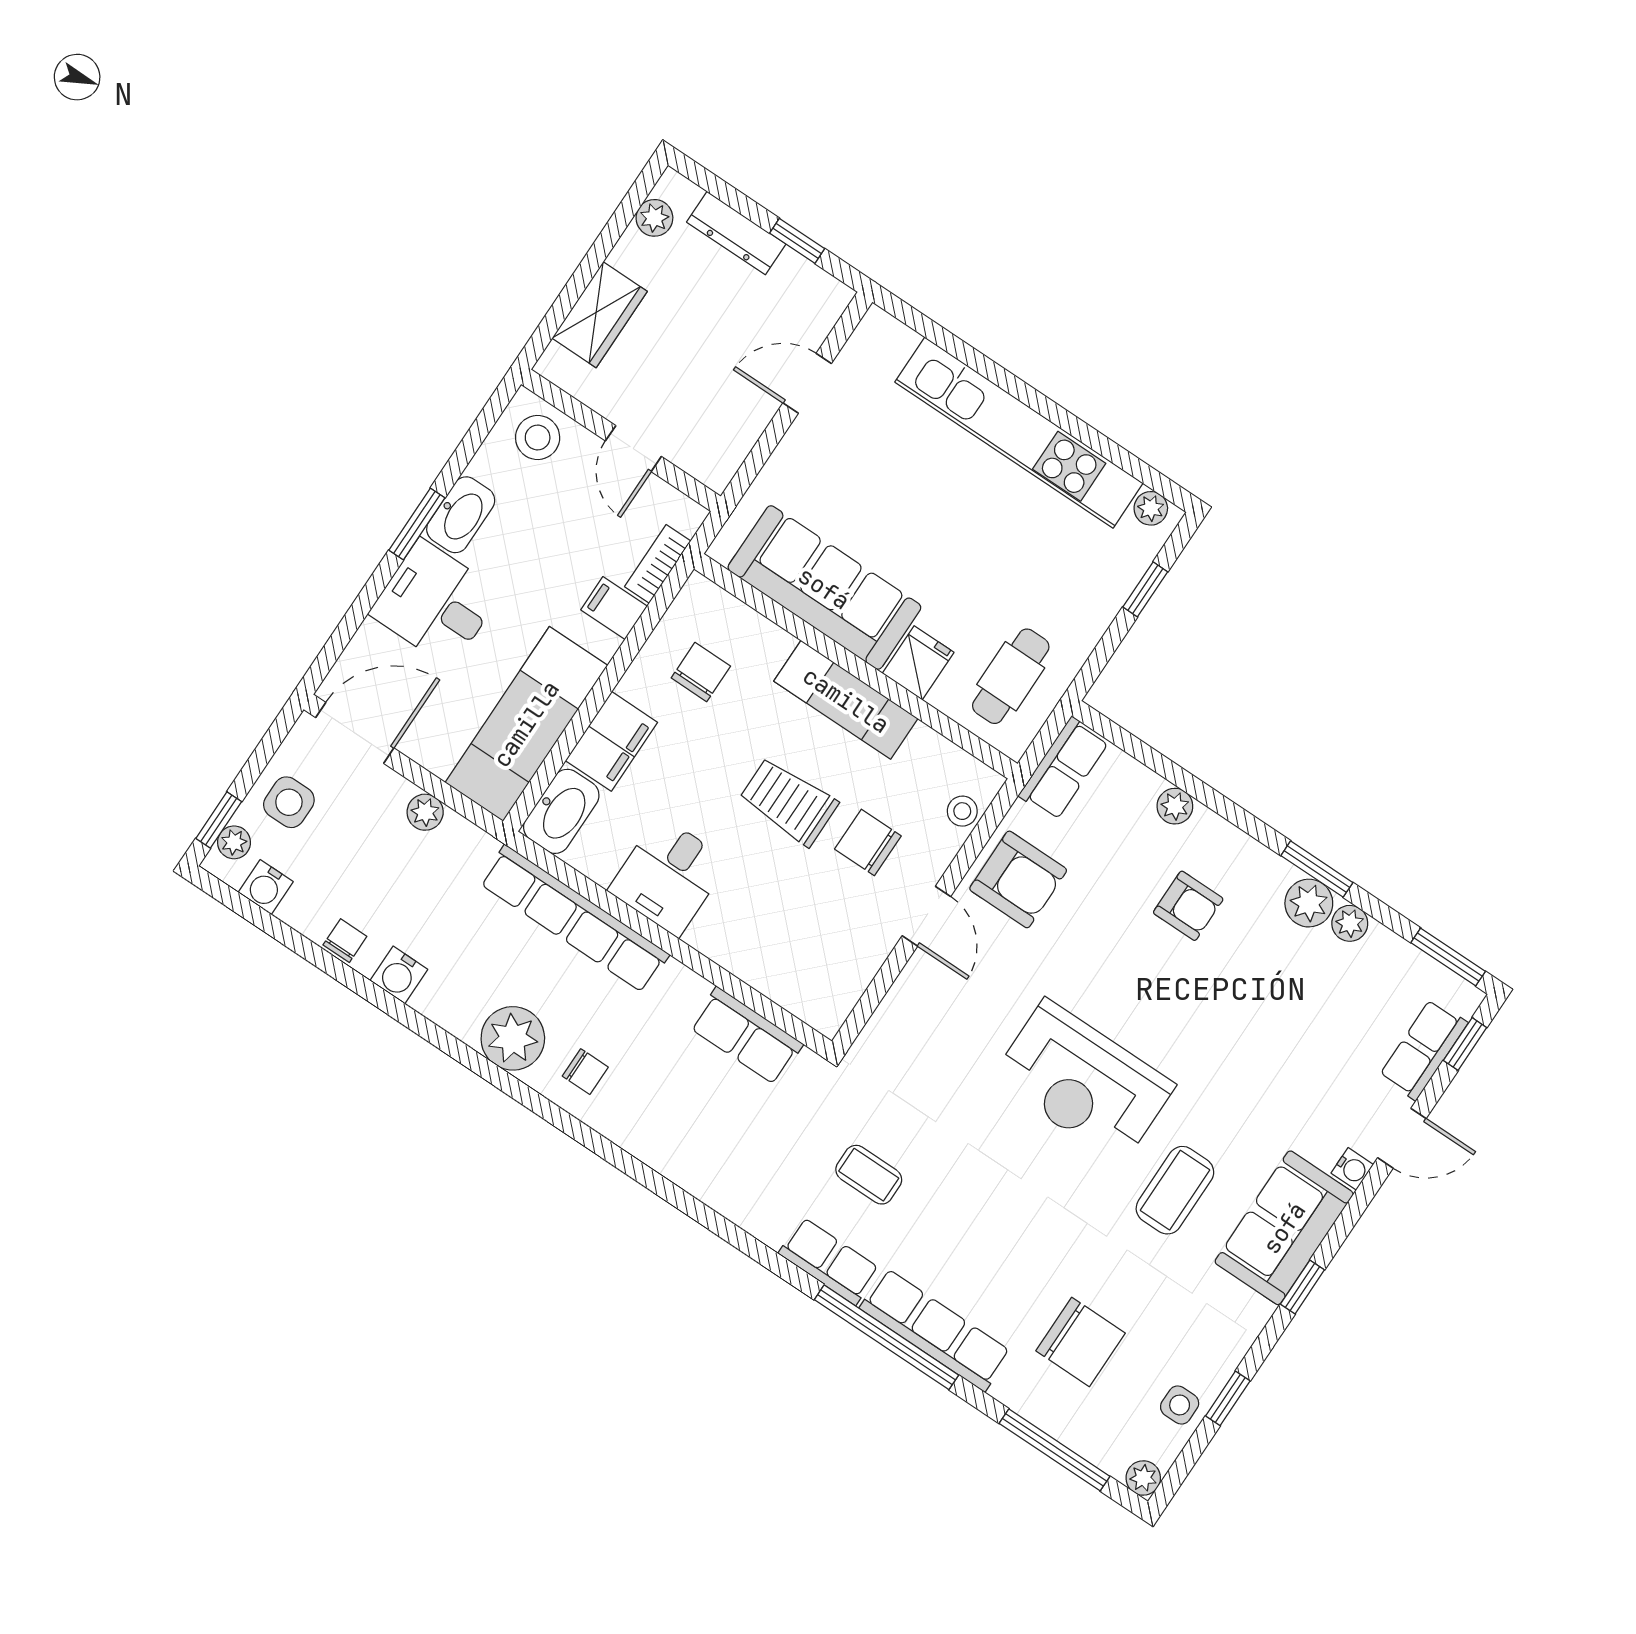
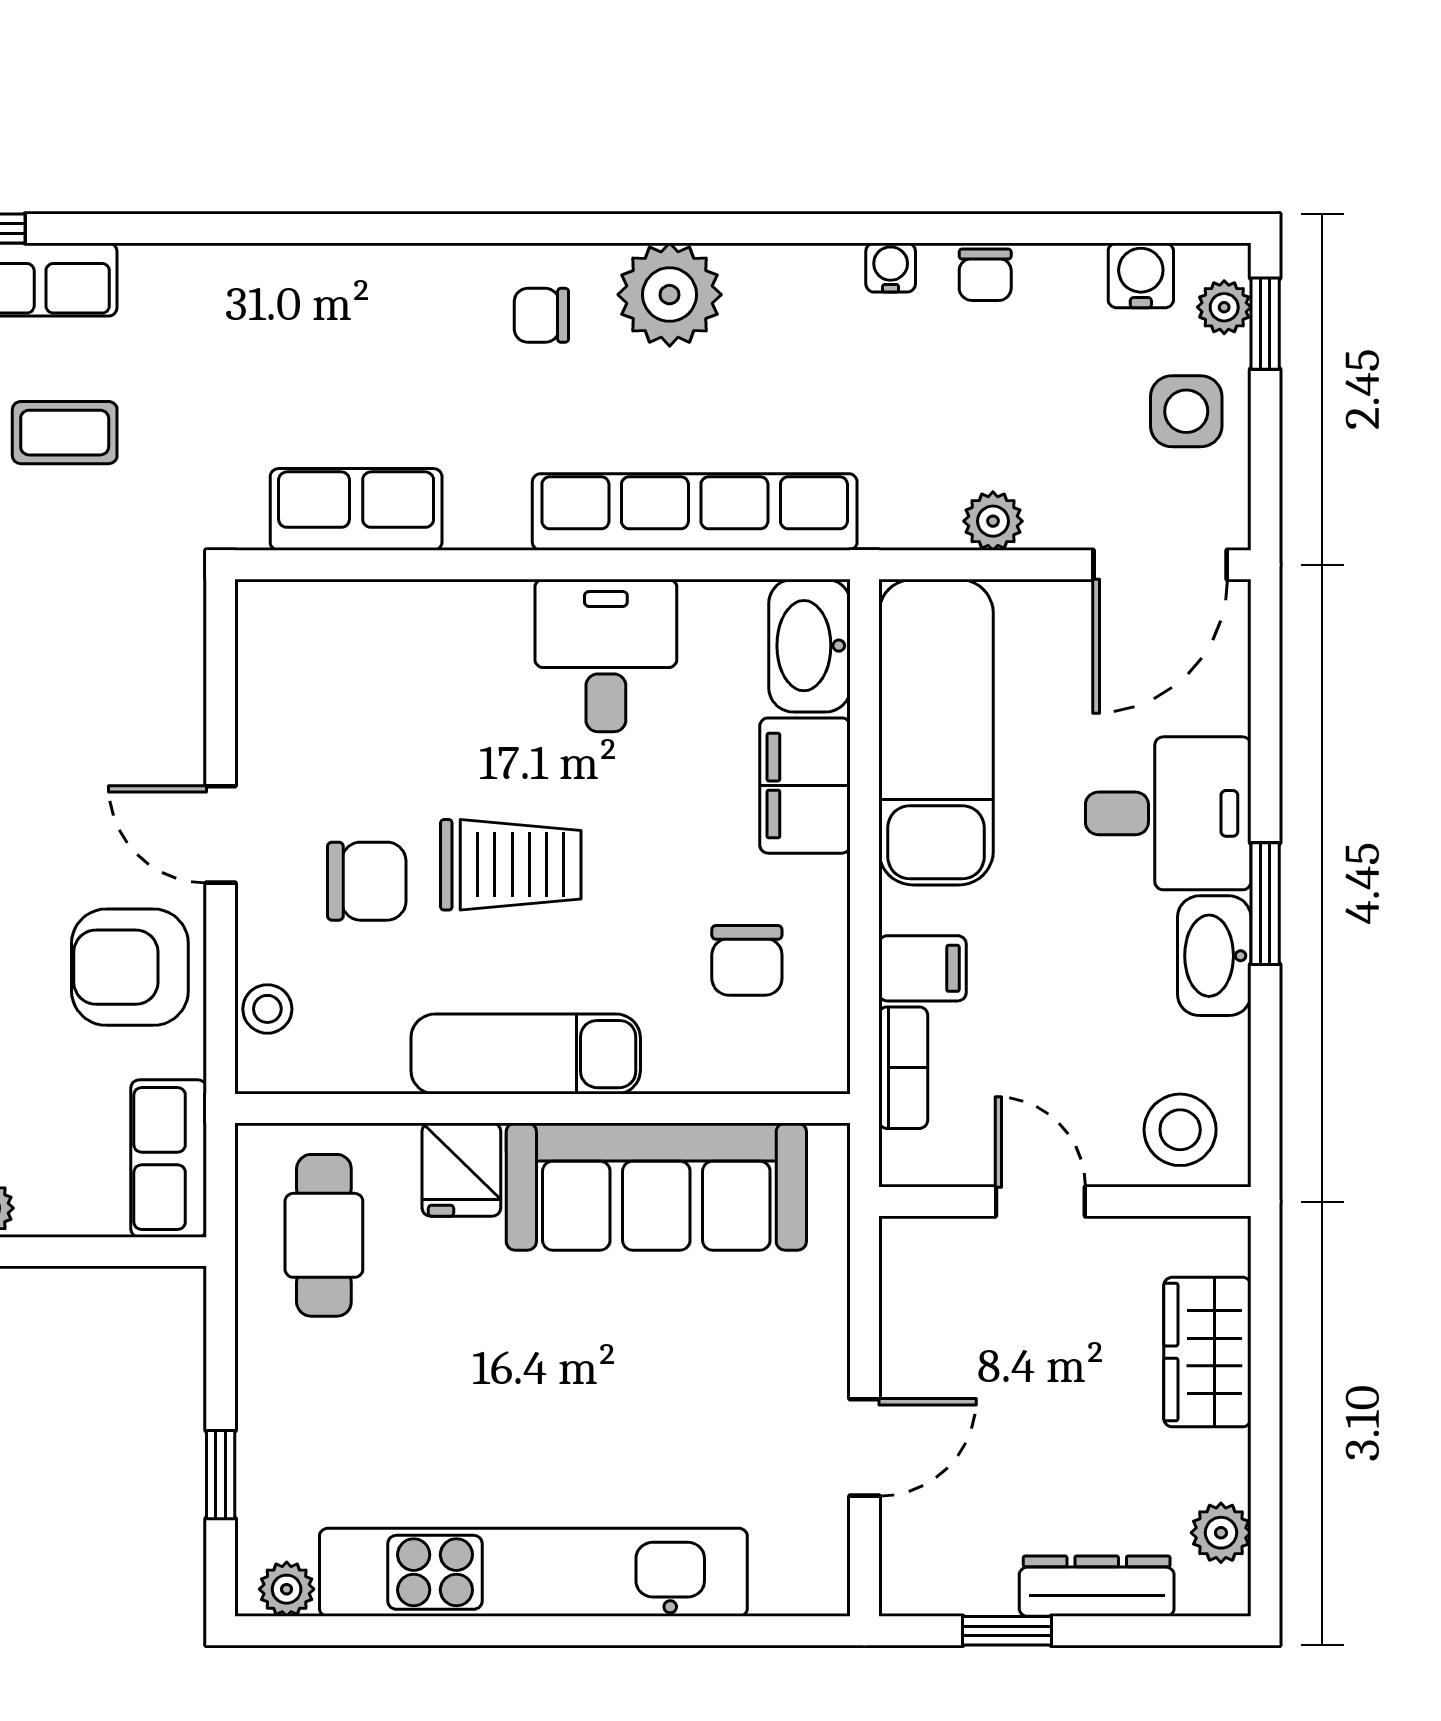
water cooler: (399, 975) -> (891, 268), width x0.72, depth x0.72

